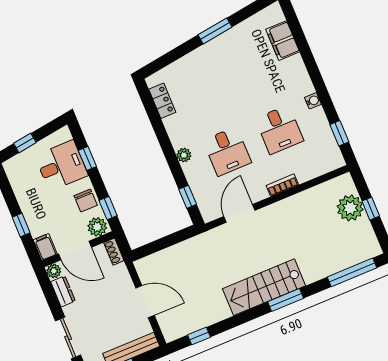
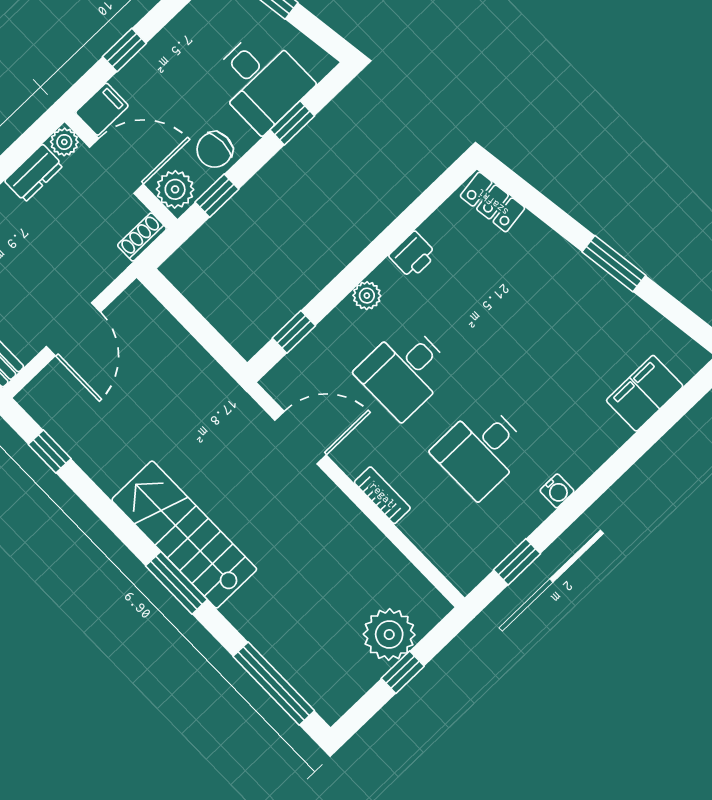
locker: (162, 101) -> (493, 202), moved, turned 82
printer: (173, 125) -> (413, 255), added
door: (75, 251) -> (116, 166), swing flipped

